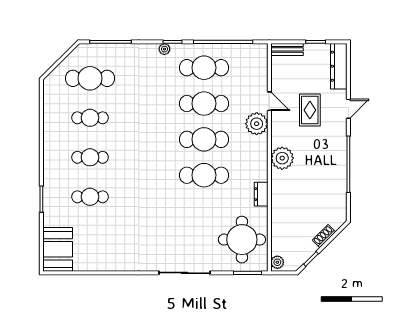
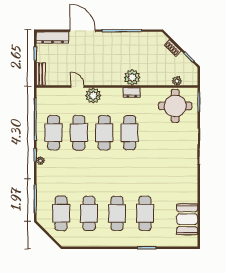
door: (269, 101) -> (77, 87), hinge flipped
door: (348, 109) -> (83, 31), width x1.88
rug: (310, 110) -> (84, 58), removed
cafe table: (90, 118) -> (89, 213), width x1.37, depth x1.35
cafe table: (90, 157) -> (117, 213), width x1.37, depth x1.35
plant: (282, 158) -> (132, 77), moved
dresser: (261, 194) -> (132, 92), moved
cafe table: (90, 197) -> (145, 213), width x1.37, depth x1.35
booth: (58, 249) -> (187, 219), moved, turned 90
plant: (277, 262) -> (177, 81), moved

